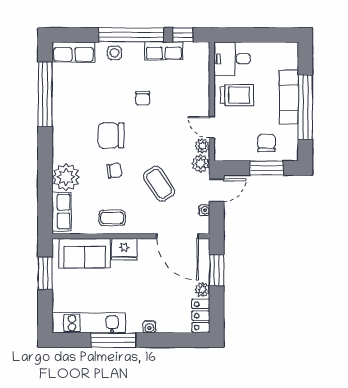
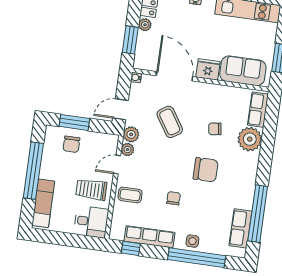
window: (131, 35) -> (197, 258), moved
row of seats: (164, 51) -> (149, 237), width x1.48
row of seats: (73, 52) -> (240, 228), moved, turned -90
exam couch: (289, 97) -> (43, 203), moved
door: (212, 127) -> (117, 165), swing flipped
chair: (114, 171) -> (215, 129), moved
water cooler: (204, 210) -> (136, 78), moved
coffee table: (112, 218) -> (130, 195), moved
door: (177, 236) -> (175, 76), moved

